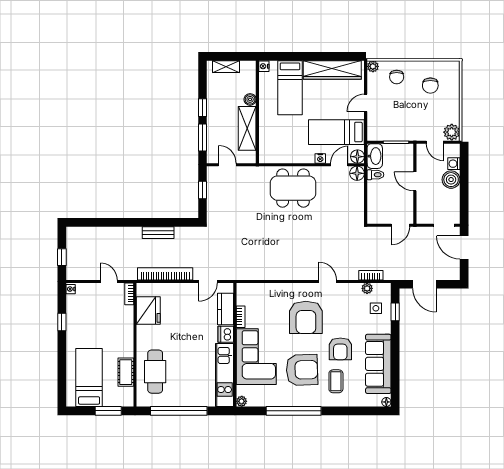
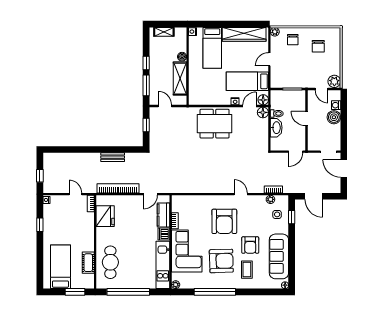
washbasin: (375, 156) -> (276, 128), moved

